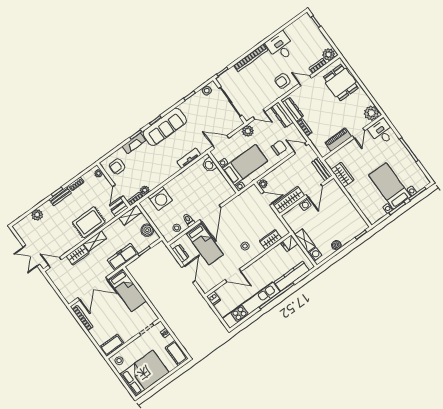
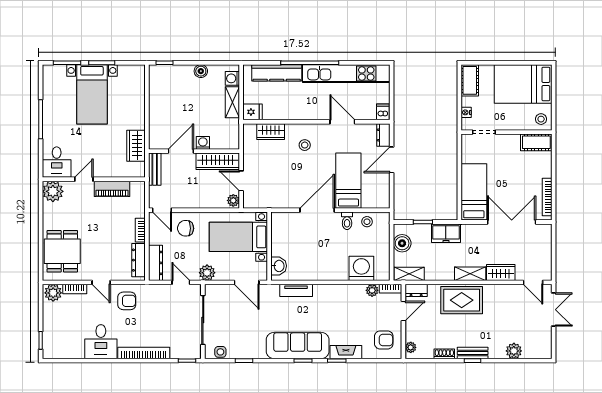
dresser: (181, 253) -> (383, 135), moved
freezer: (123, 257) -> (446, 233), width x0.71

